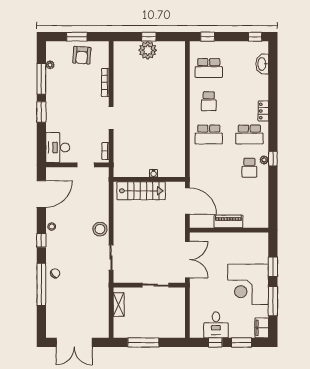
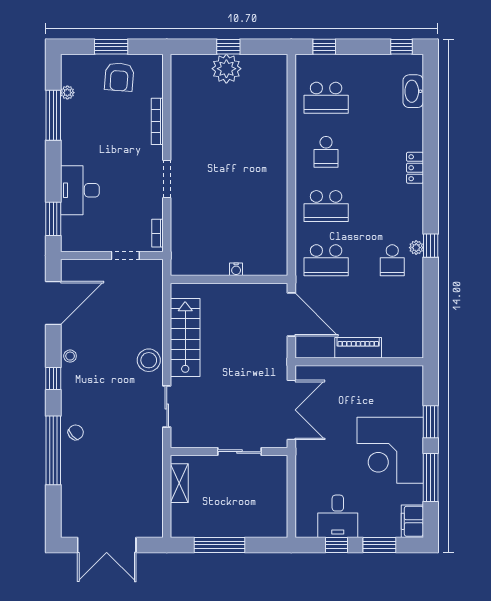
window: (41, 112) -> (53, 219), moved
school desk: (249, 135) -> (326, 260), moved
desk: (58, 148) -> (80, 190), moved
stairs: (141, 191) -> (185, 338), moved, turned -90

